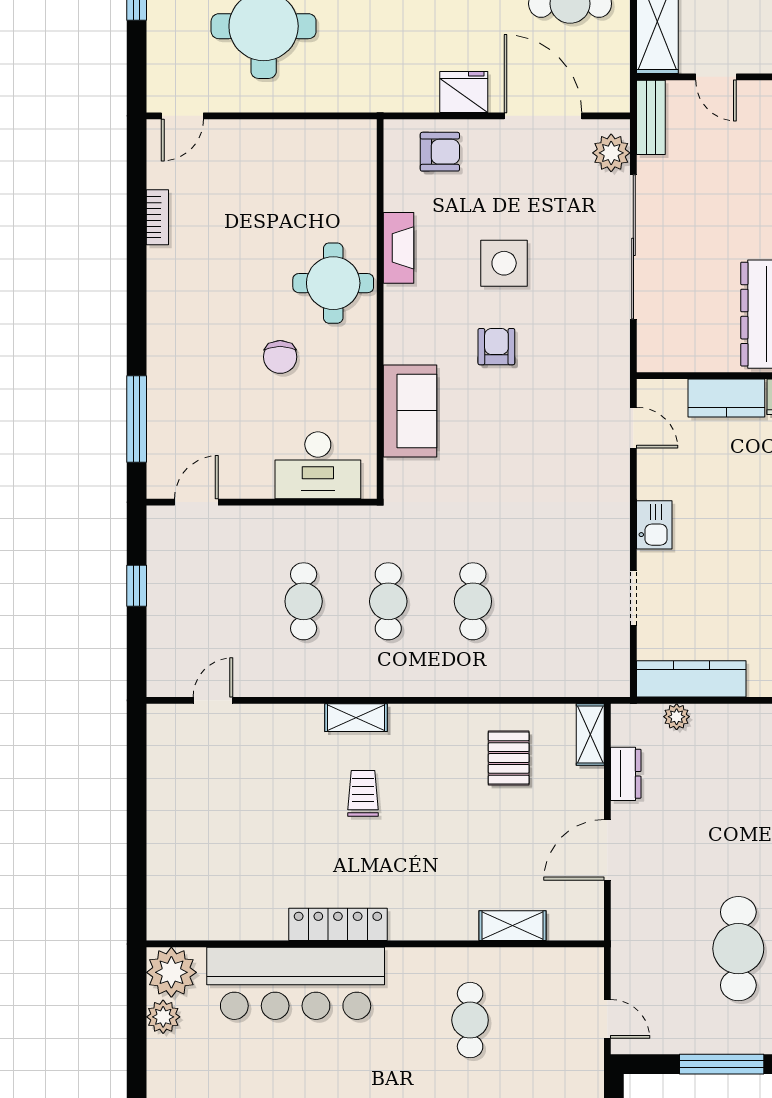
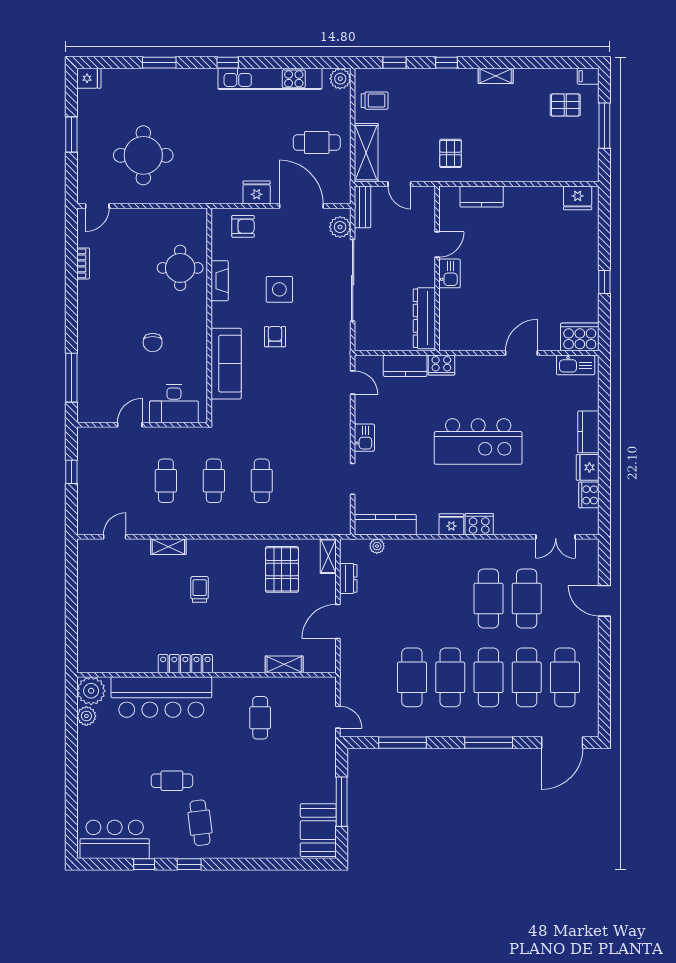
round table: (333, 283) -> (180, 268), moved
sofa: (410, 411) -> (226, 364), width x1.36
door: (196, 502) -> (130, 425), moved
shelving: (356, 718) -> (168, 547), moved
pallet: (509, 758) -> (282, 569), width x1.50, depth x1.42

